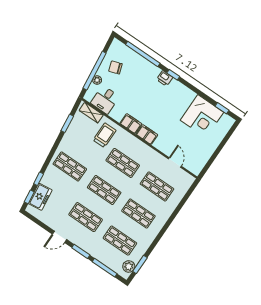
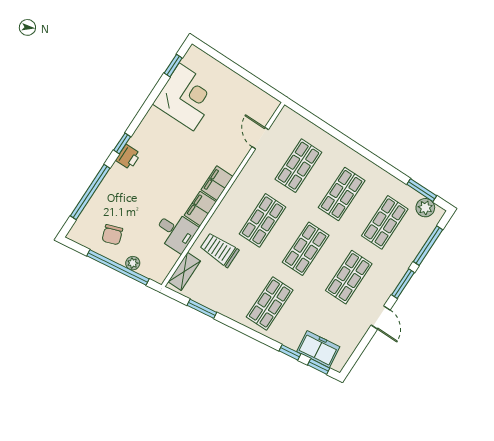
desk: (105, 100) -> (176, 231), moved
door: (175, 163) -> (260, 138), hinge flipped

